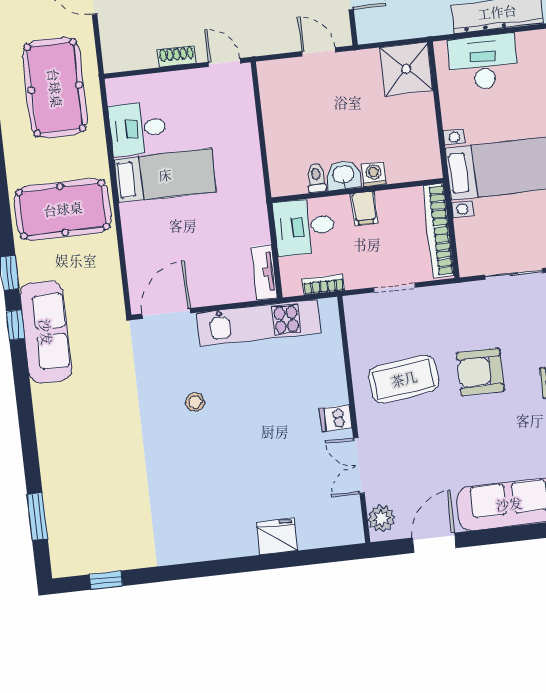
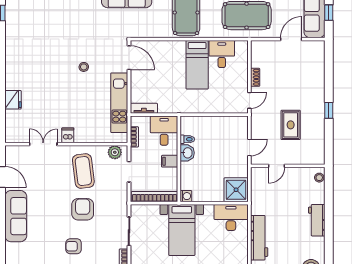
desk: (483, 62) -> (231, 217), moved, turned -90
washing machine: (374, 174) -> (186, 196), moved
plant: (381, 519) -> (115, 152), moved

